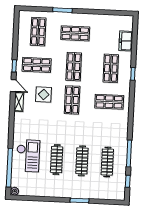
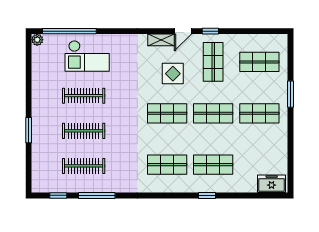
shop shelf: (75, 33) -> (259, 113), turned 90
freezer: (126, 41) -> (272, 184), moved
shop shelf: (109, 102) -> (167, 165), turned 90

